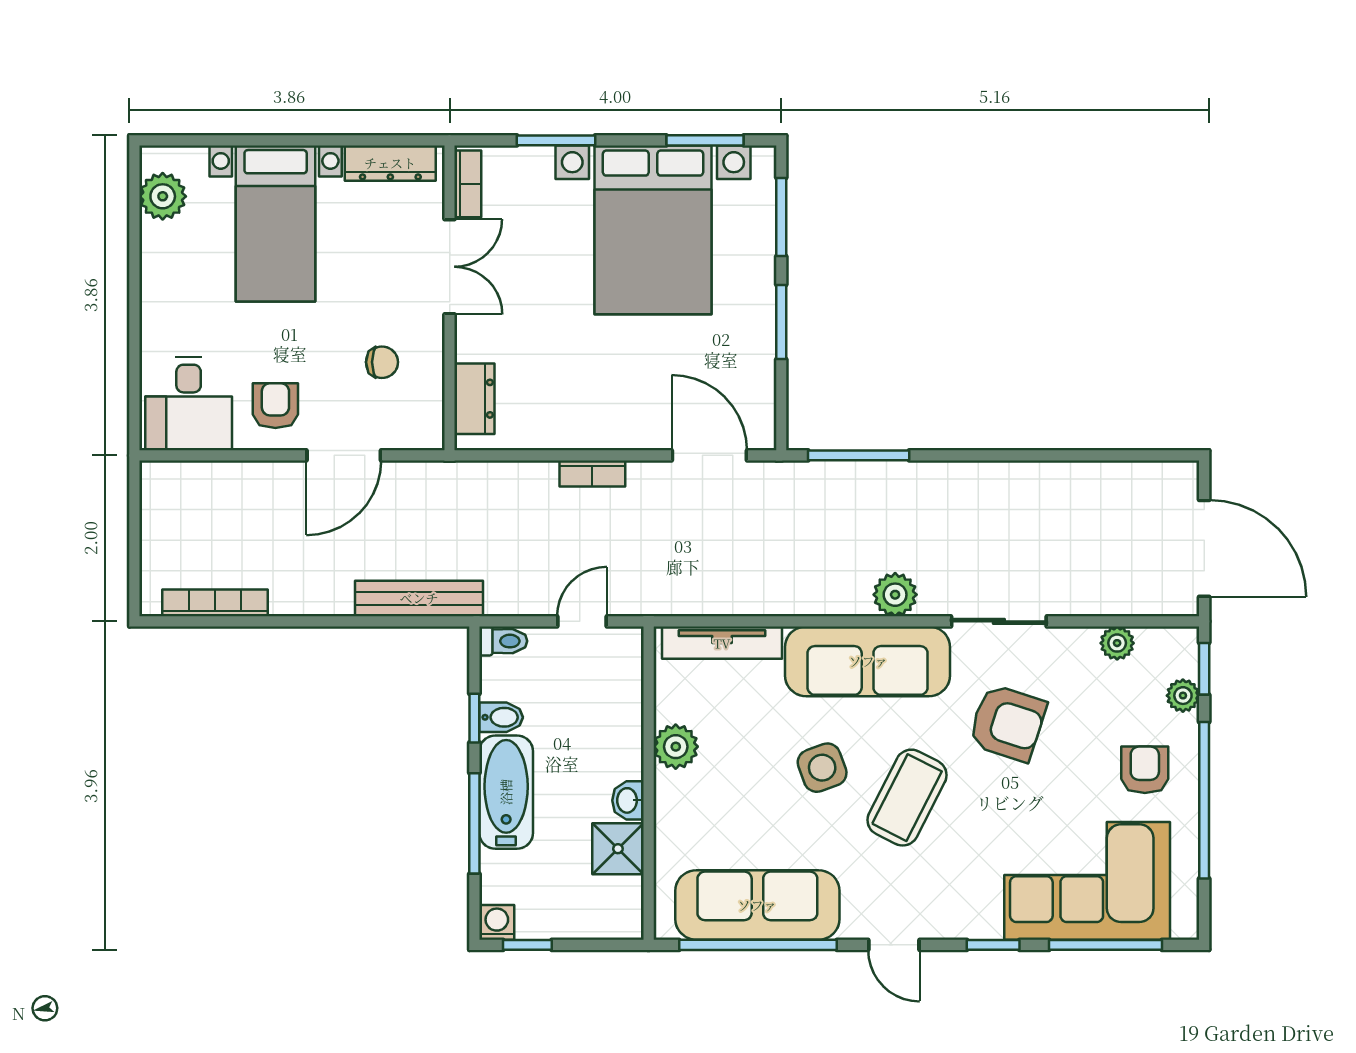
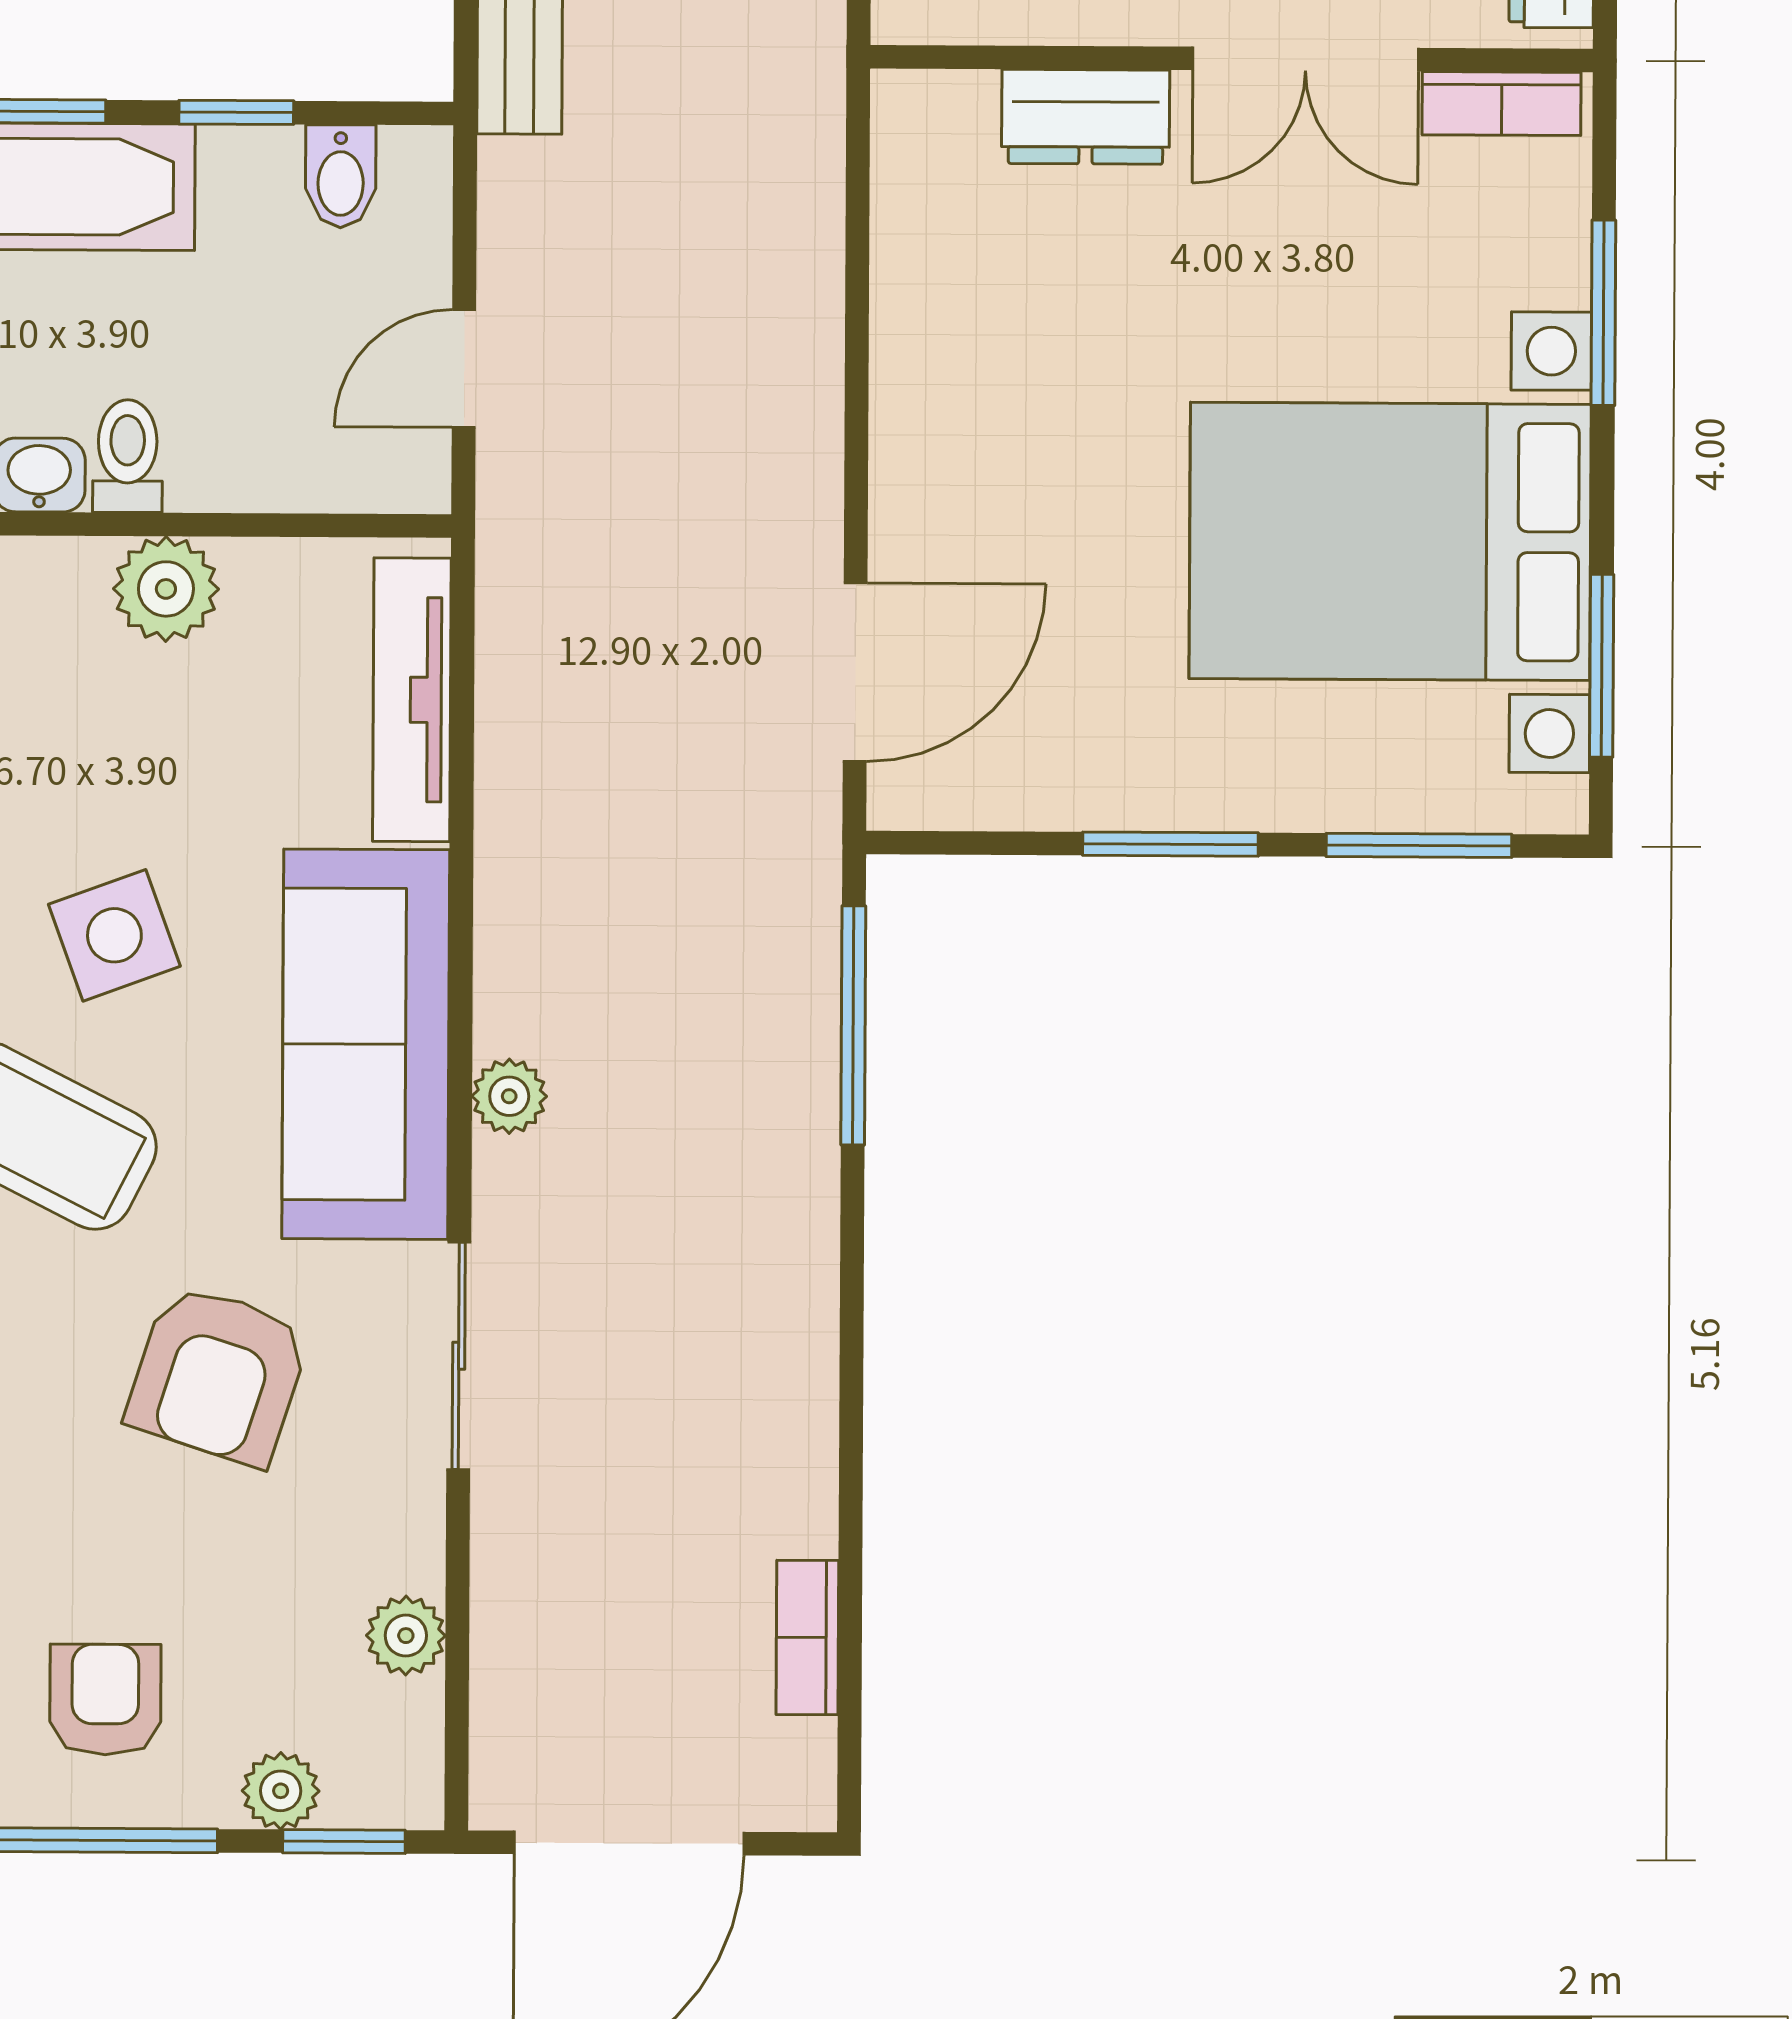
dresser: (474, 399) -> (1086, 117), moved
bookcase: (592, 474) -> (807, 1638), moved
plant: (895, 595) -> (509, 1096), width x0.73, depth x0.73
door: (582, 621) -> (464, 369), swing flipped
toilet: (503, 641) -> (128, 456), moved, turned 180
bidet: (501, 717) -> (341, 176), moved
armchair: (1145, 770) -> (105, 1700), turned -90

